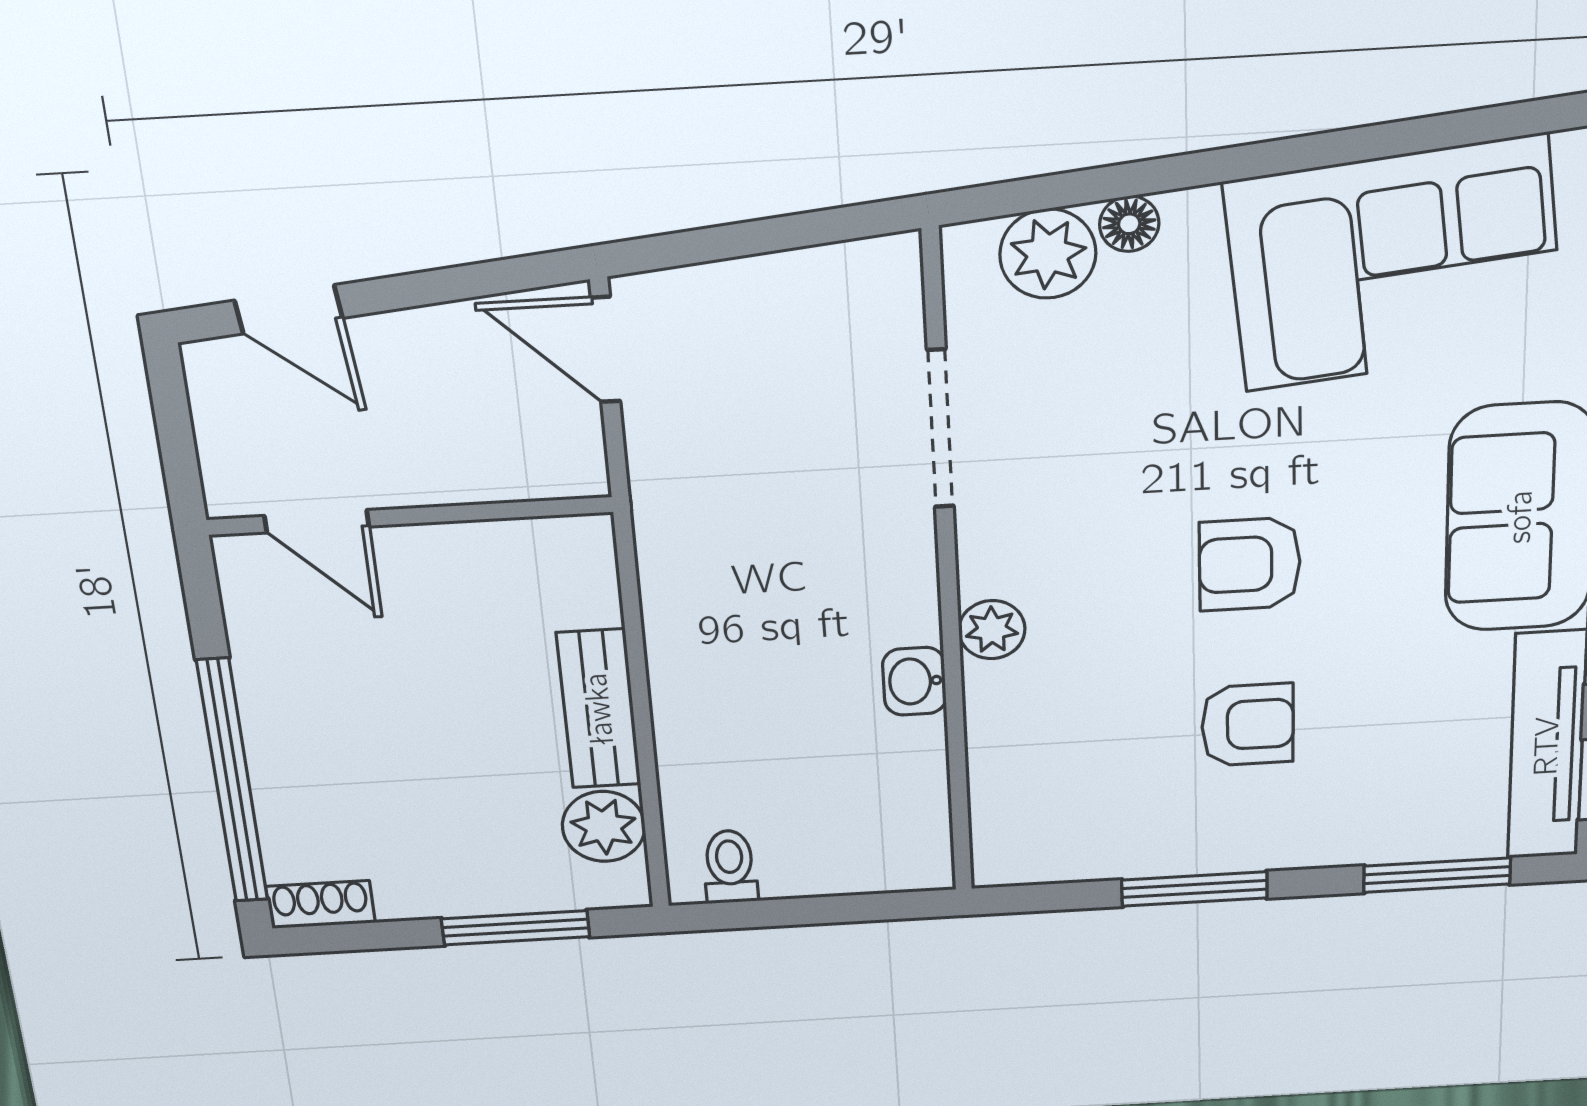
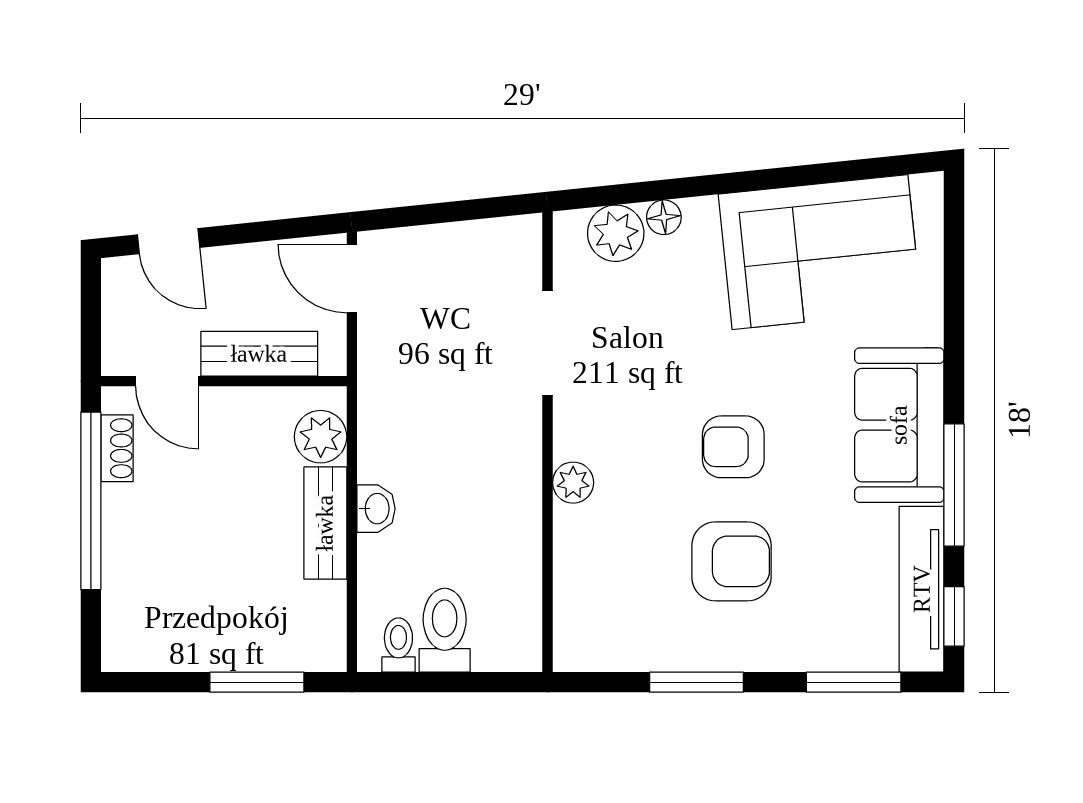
bench: (463, 472) -> (259, 354), added
washbasin: (914, 681) -> (376, 509), moved, turned 180
armchair: (1248, 725) -> (731, 561), width x1.38, depth x1.38
window: (232, 781) -> (91, 501), moved
plant: (604, 826) -> (321, 437), moved
toilet: (800, 843) -> (445, 630), added
shoe rack: (321, 905) -> (117, 448), moved, turned 90

